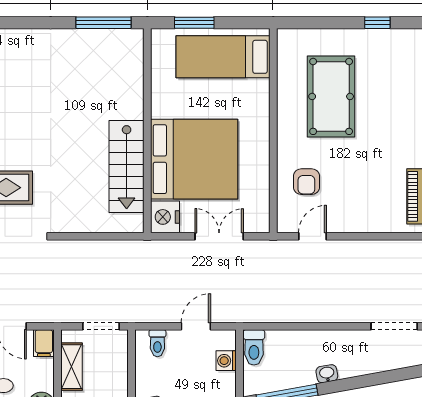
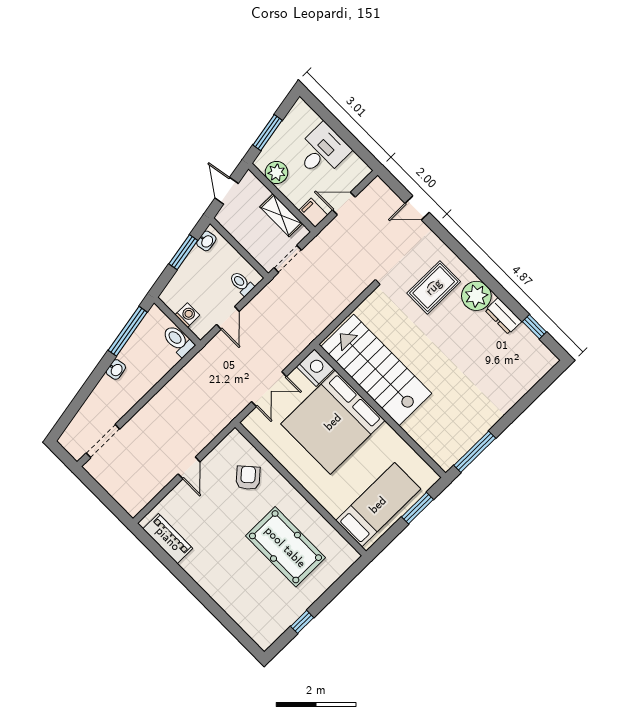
stairs: (127, 167) -> (376, 370), width x1.36, depth x1.51
armchair: (306, 182) -> (248, 478), turned 48
door: (312, 236) -> (189, 468), moved

